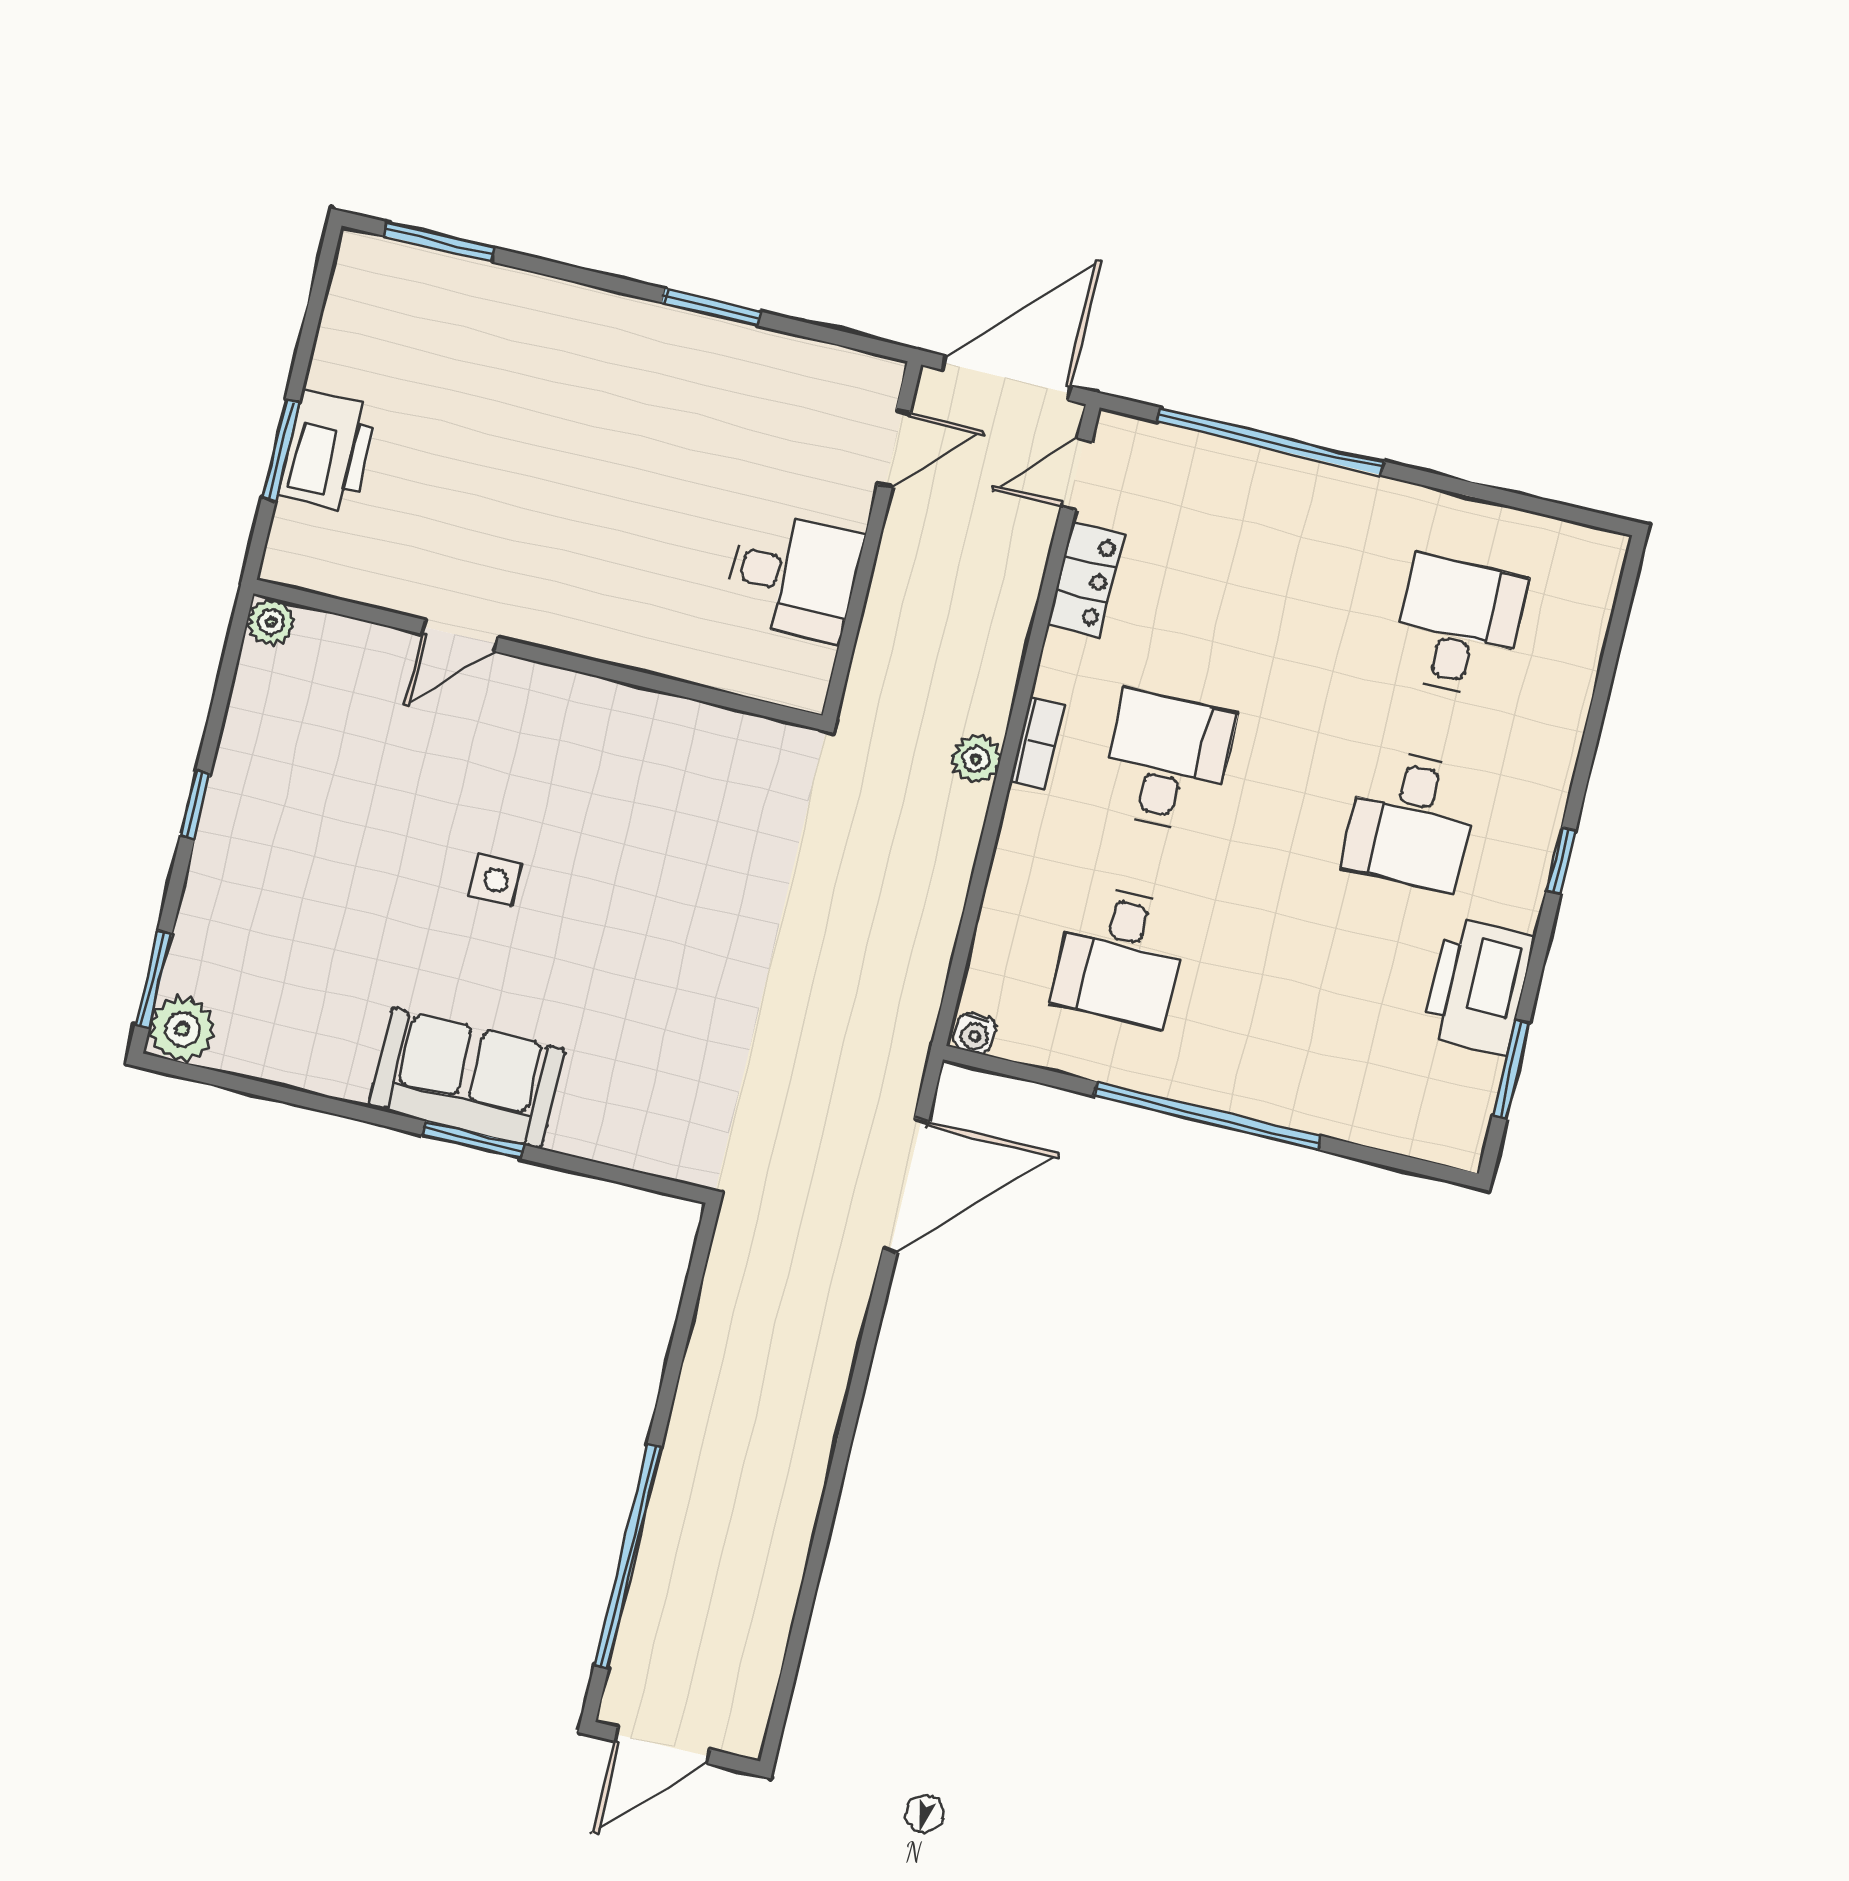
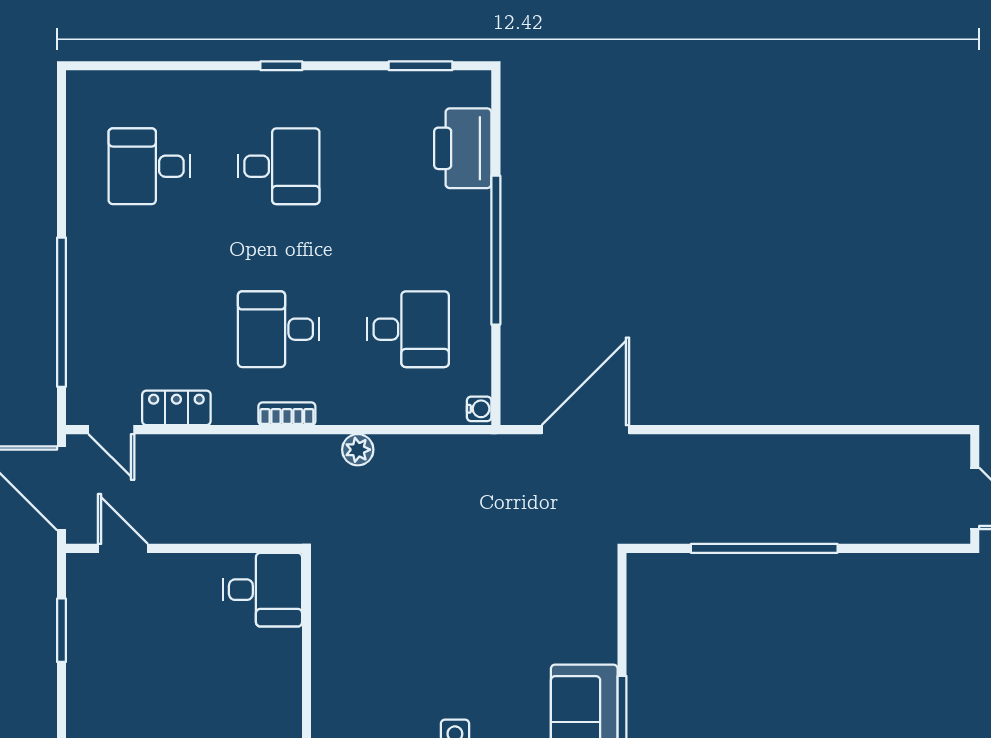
window: (712, 307) -> (61, 630), moved
desk: (793, 576) -> (262, 590), moved, turned 90
plant: (976, 759) -> (358, 450), moved
printer: (1478, 986) -> (463, 148), moved, turned 90
door: (906, 1185) -> (585, 430), hinge flipped
window: (628, 1556) -> (764, 548), moved

